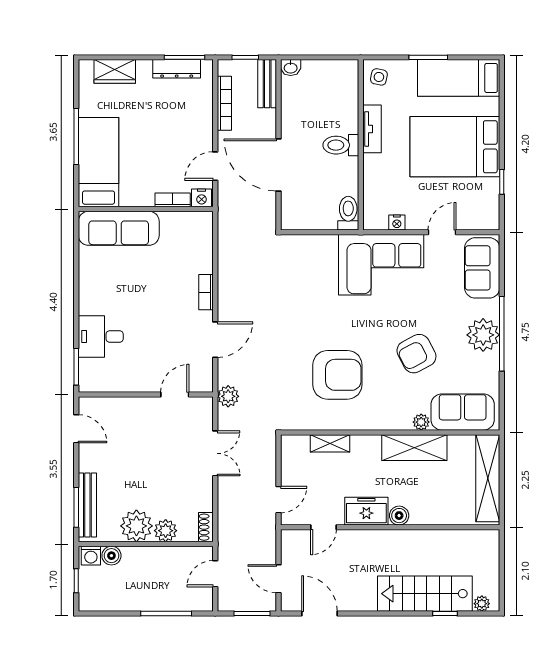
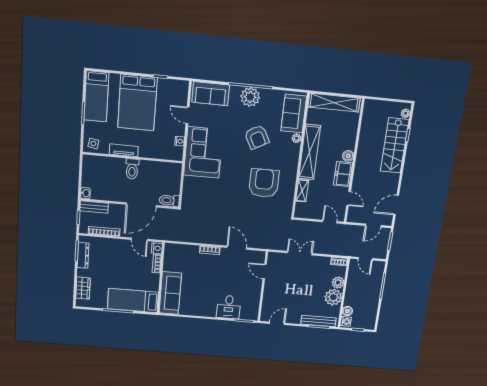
toilet: (348, 213) -> (169, 200), moved
plant: (228, 396) -> (269, 244), removed
shelving: (414, 448) -> (310, 152), width x1.47

